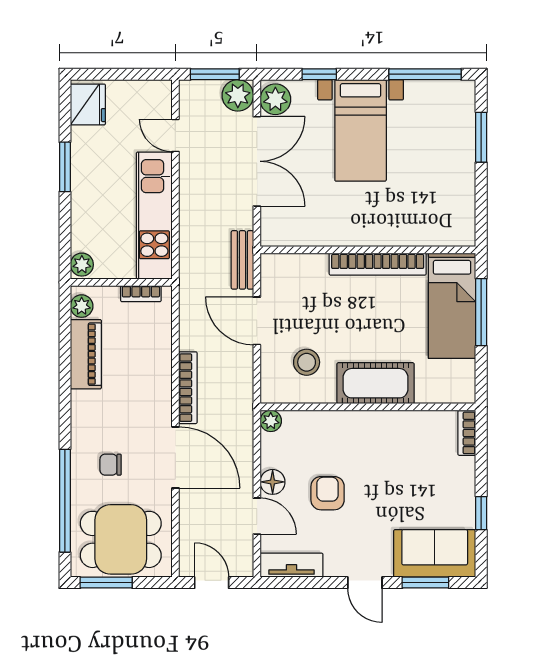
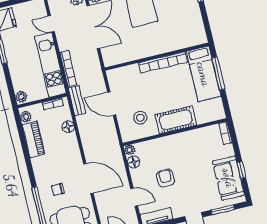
bench: (242, 260) -> (77, 101), moved
floor lamp: (160, 346) -> (68, 127), added
bookcase: (188, 388) -> (68, 69), moved
floor lamp: (273, 482) -> (134, 162), moved
sofa: (435, 553) -> (229, 178), moved, turned -90

